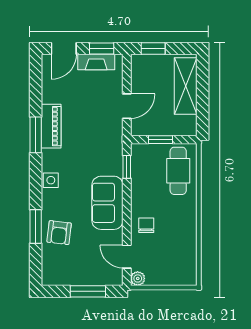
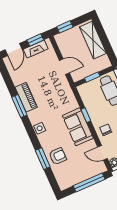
door: (127, 106) -> (64, 67), hinge flipped
window: (127, 167) -> (86, 115), moved
armchair: (59, 233) -> (58, 156), turned -97
window: (88, 291) -> (89, 182), width x1.44

